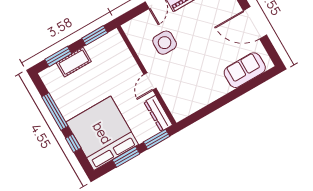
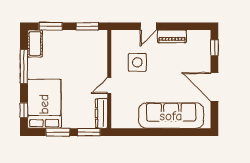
cot: (74, 62) -> (35, 44), moved, turned 90
sofa: (245, 70) -> (171, 116), width x1.85, depth x1.27
bed: (102, 133) -> (44, 104), width x0.73
window: (73, 143) -> (24, 110), moved

